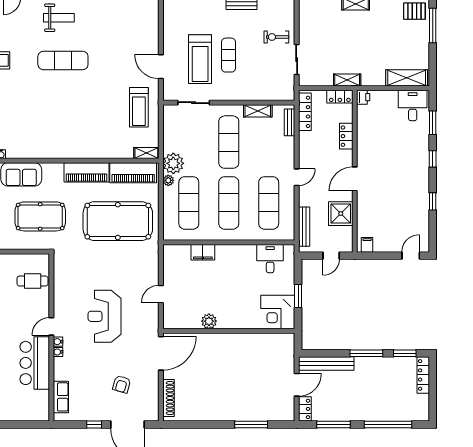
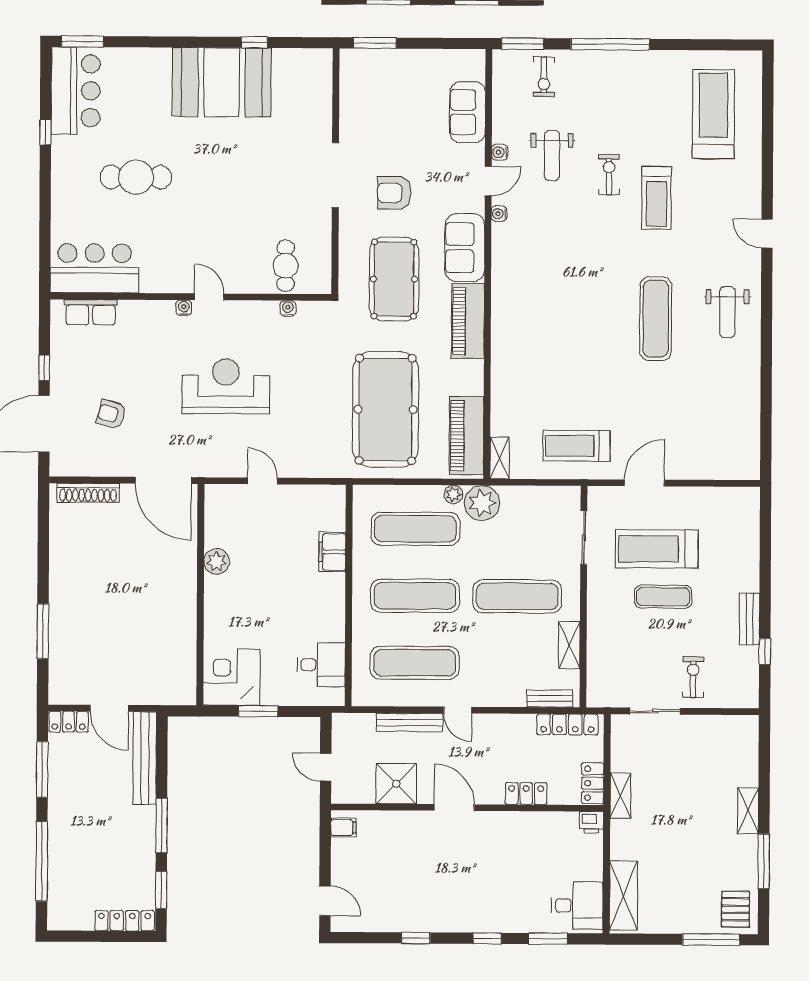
piano: (86, 172) -> (468, 321), moved
bench: (304, 227) -> (410, 722), moved
water cooler: (58, 352) -> (288, 308), moved
bar counter: (35, 363) -> (95, 268), moved

